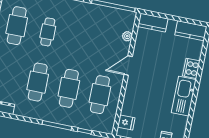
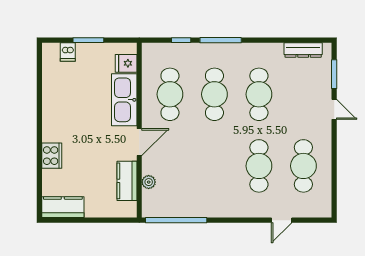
kitchen counter: (153, 23) -> (127, 181), moved, turned -90
cafe table: (48, 32) -> (259, 166), width x1.37, depth x1.35
kitchen sink: (184, 96) -> (124, 100), moved, turned 180

